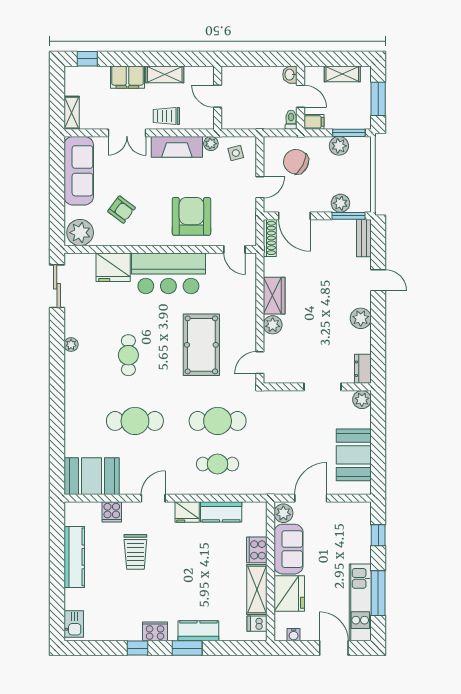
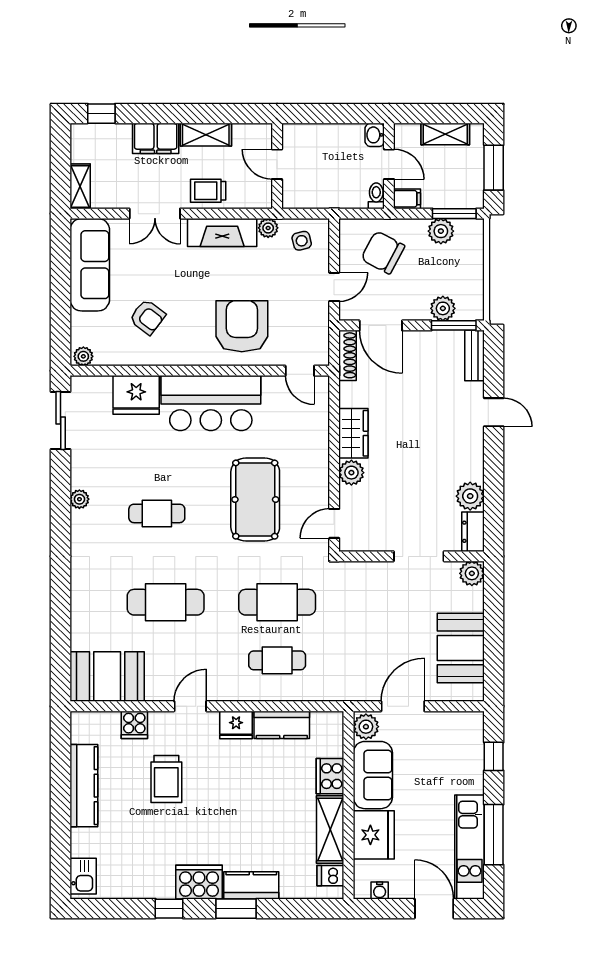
plant: (80, 233) -> (83, 356), width x0.53, depth x0.53
plant: (361, 318) -> (470, 496), moved
cafe table: (128, 355) -> (157, 513), turned 90
cooker: (155, 631) -> (199, 882), width x1.37, depth x1.31

